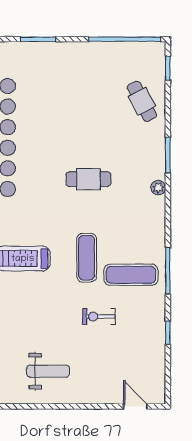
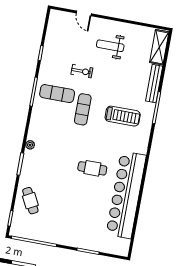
cafe table: (88, 179) -> (92, 168), moved
weight bench: (48, 371) -> (110, 46), moved
door: (135, 406) -> (84, 13), moved

